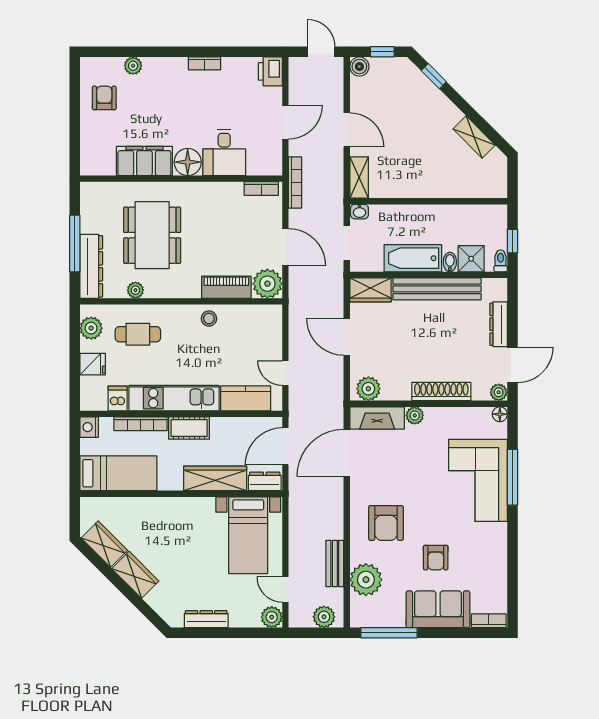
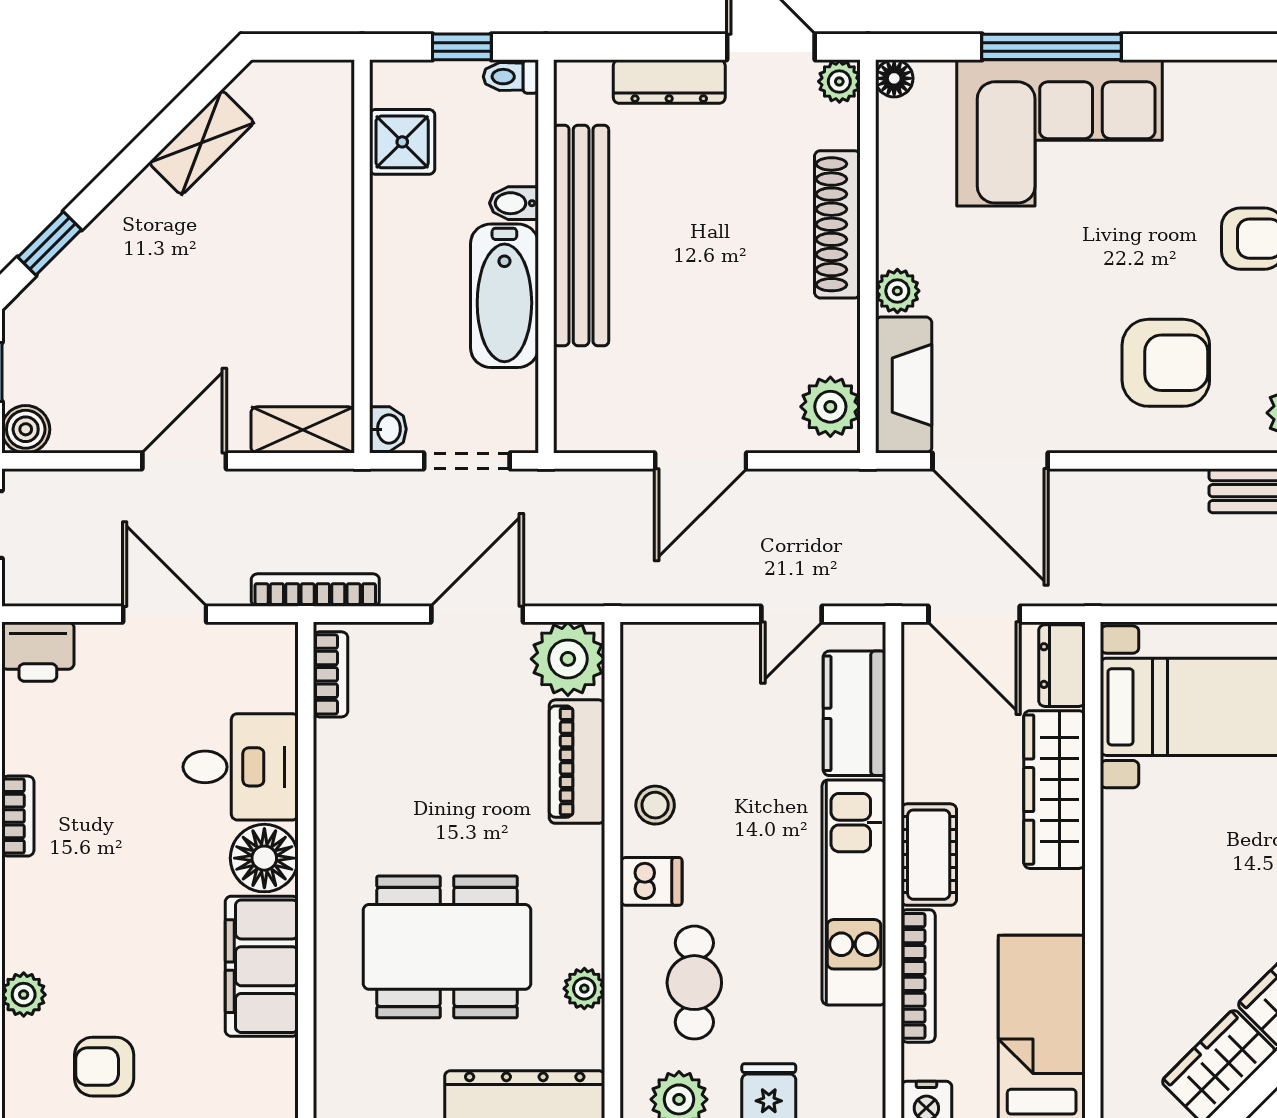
shower: (471, 259) -> (402, 142), moved
wardrobe: (370, 290) -> (584, 402), removed
dishwasher: (118, 398) -> (651, 881), moved, turned 180

